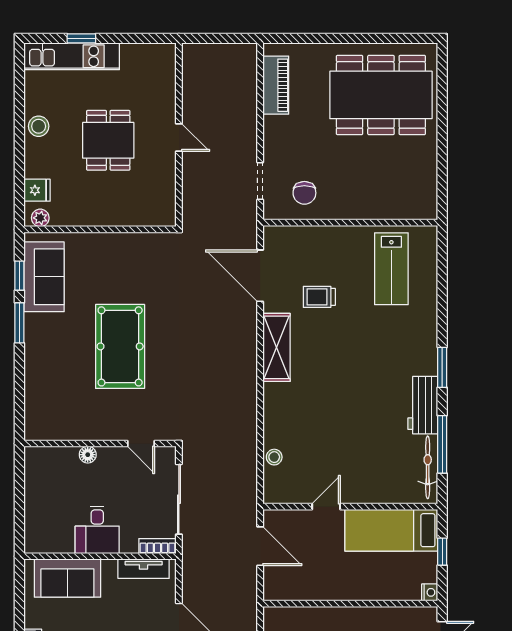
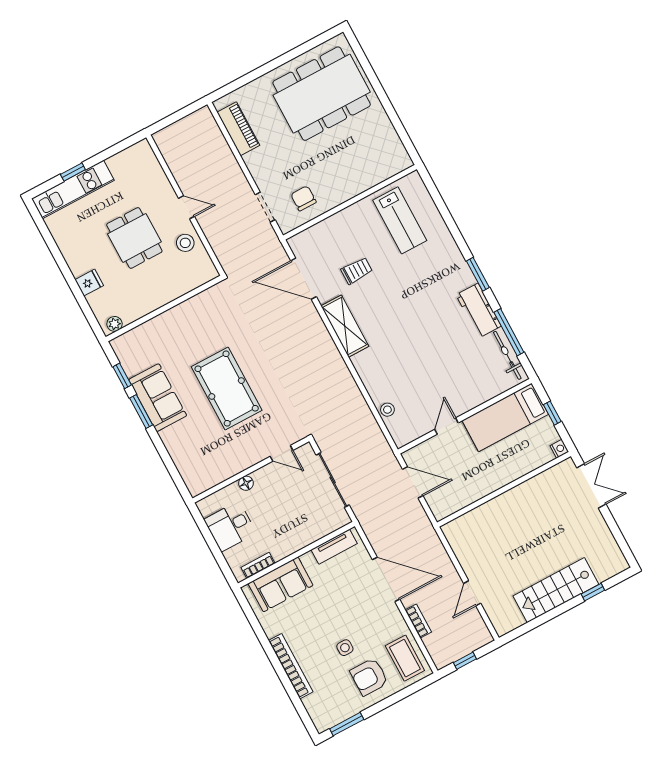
stool: (39, 126) -> (185, 243), moved
fridge: (37, 190) -> (89, 283), moved
chair: (304, 193) -> (303, 198), turned 180
sofa: (44, 277) -> (158, 398), moved
trolley: (319, 297) -> (357, 271), turned 180
desk: (97, 530) -> (230, 526), moved, turned 90
bookcase: (157, 546) -> (258, 565), moved

